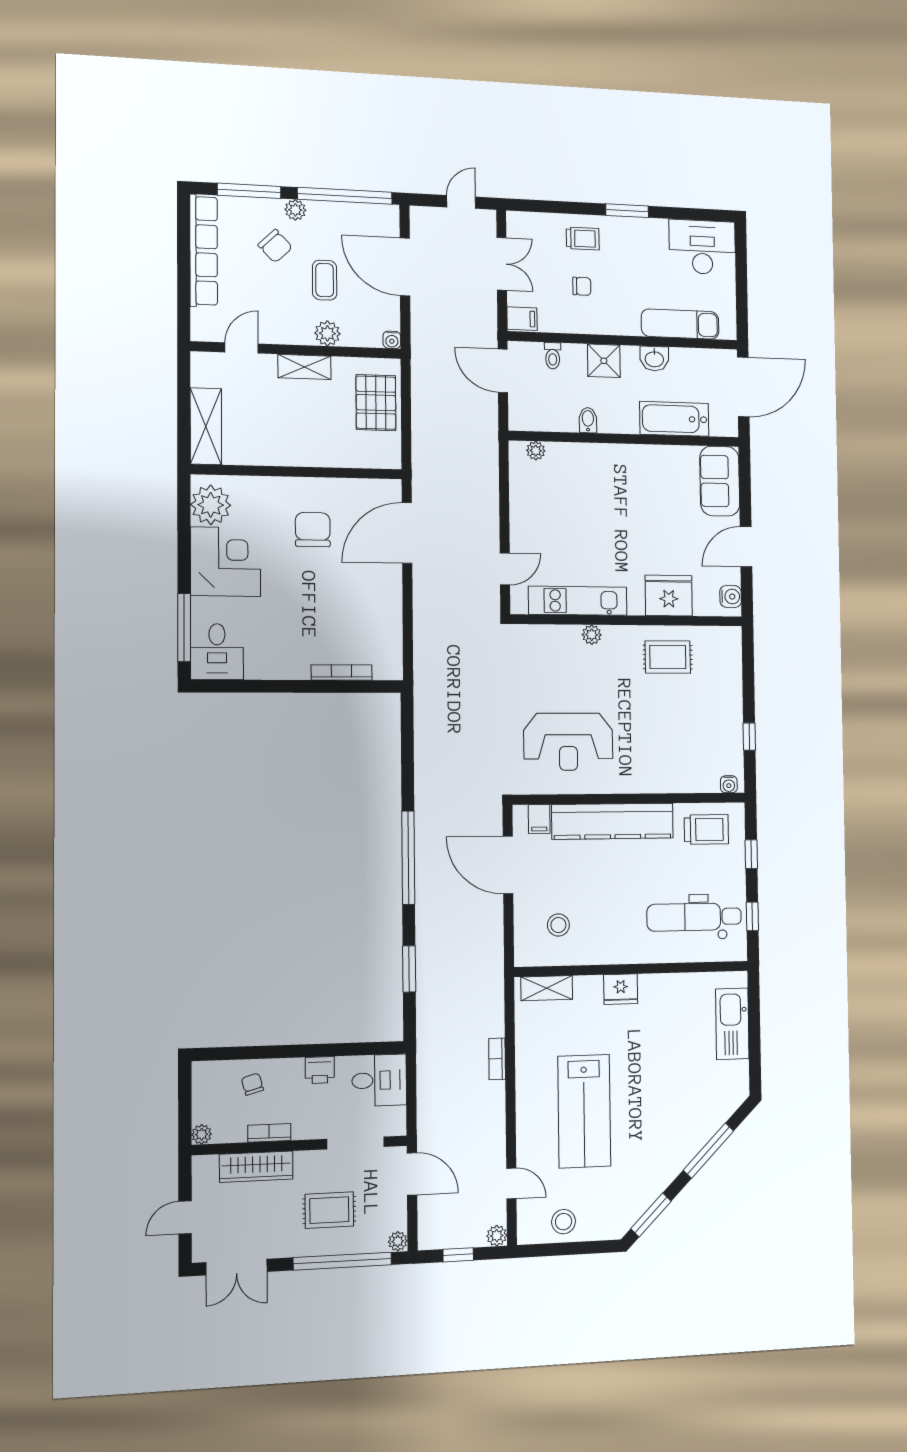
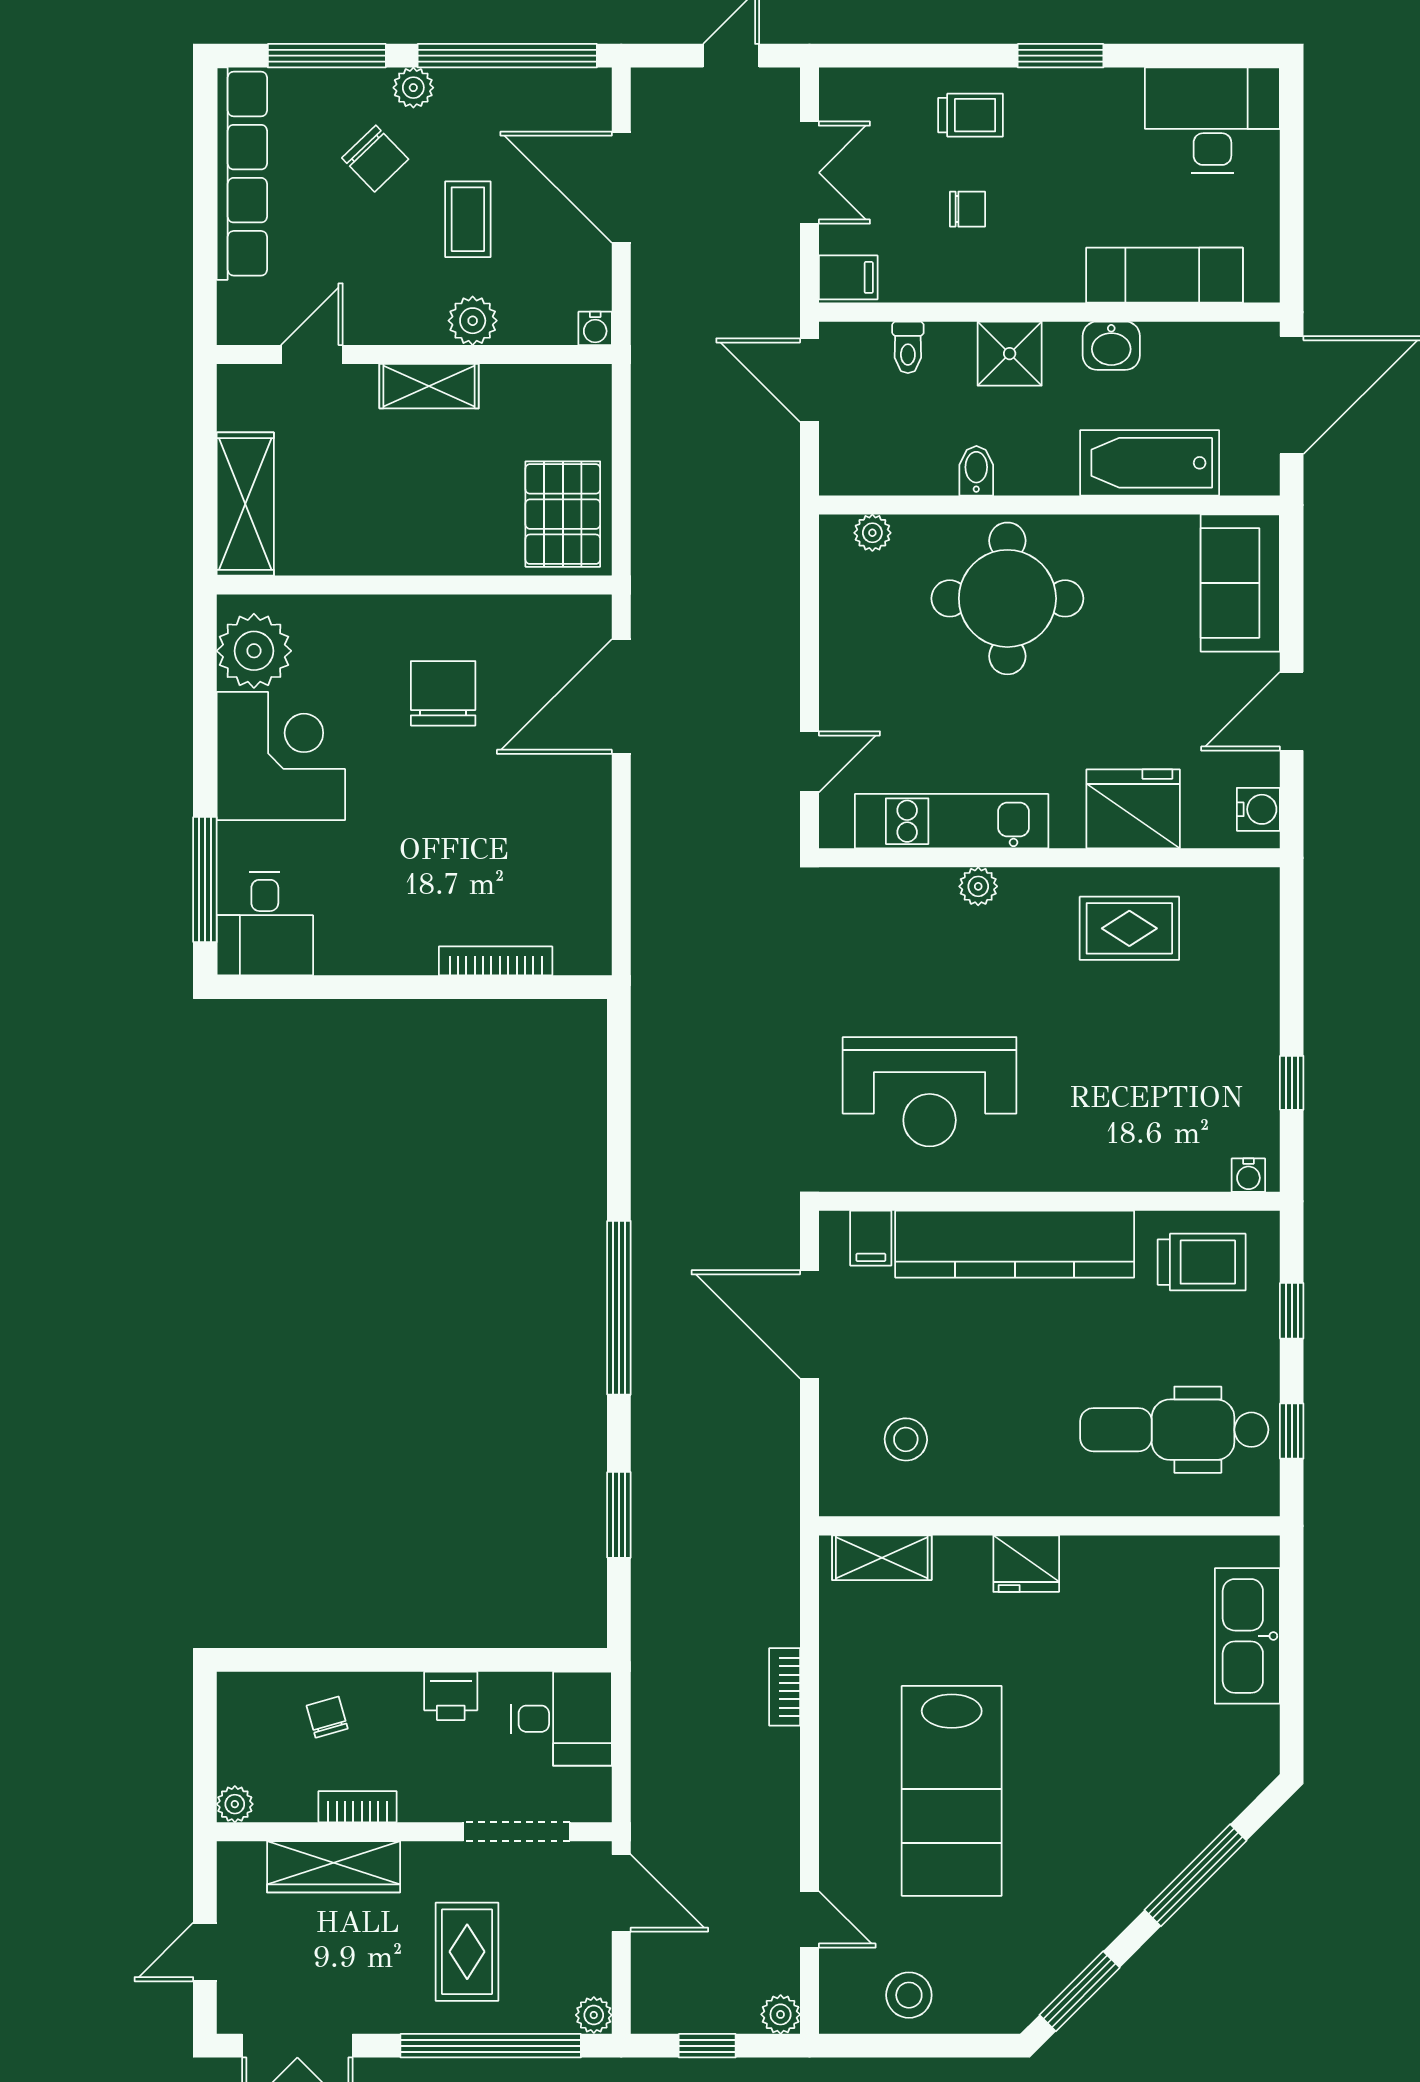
pallet: (376, 403) -> (563, 514), moved
round table: (604, 486) -> (1007, 598), added
rug: (329, 1210) -> (467, 1952), turned 90

